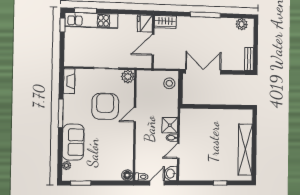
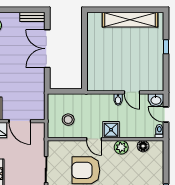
double door: (203, 72) -> (47, 49), moved
plant: (128, 77) -> (121, 147), moved
stool: (169, 83) -> (68, 120), moved
shower: (170, 125) -> (111, 130), moved
floor lamp: (127, 175) -> (143, 146), moved

